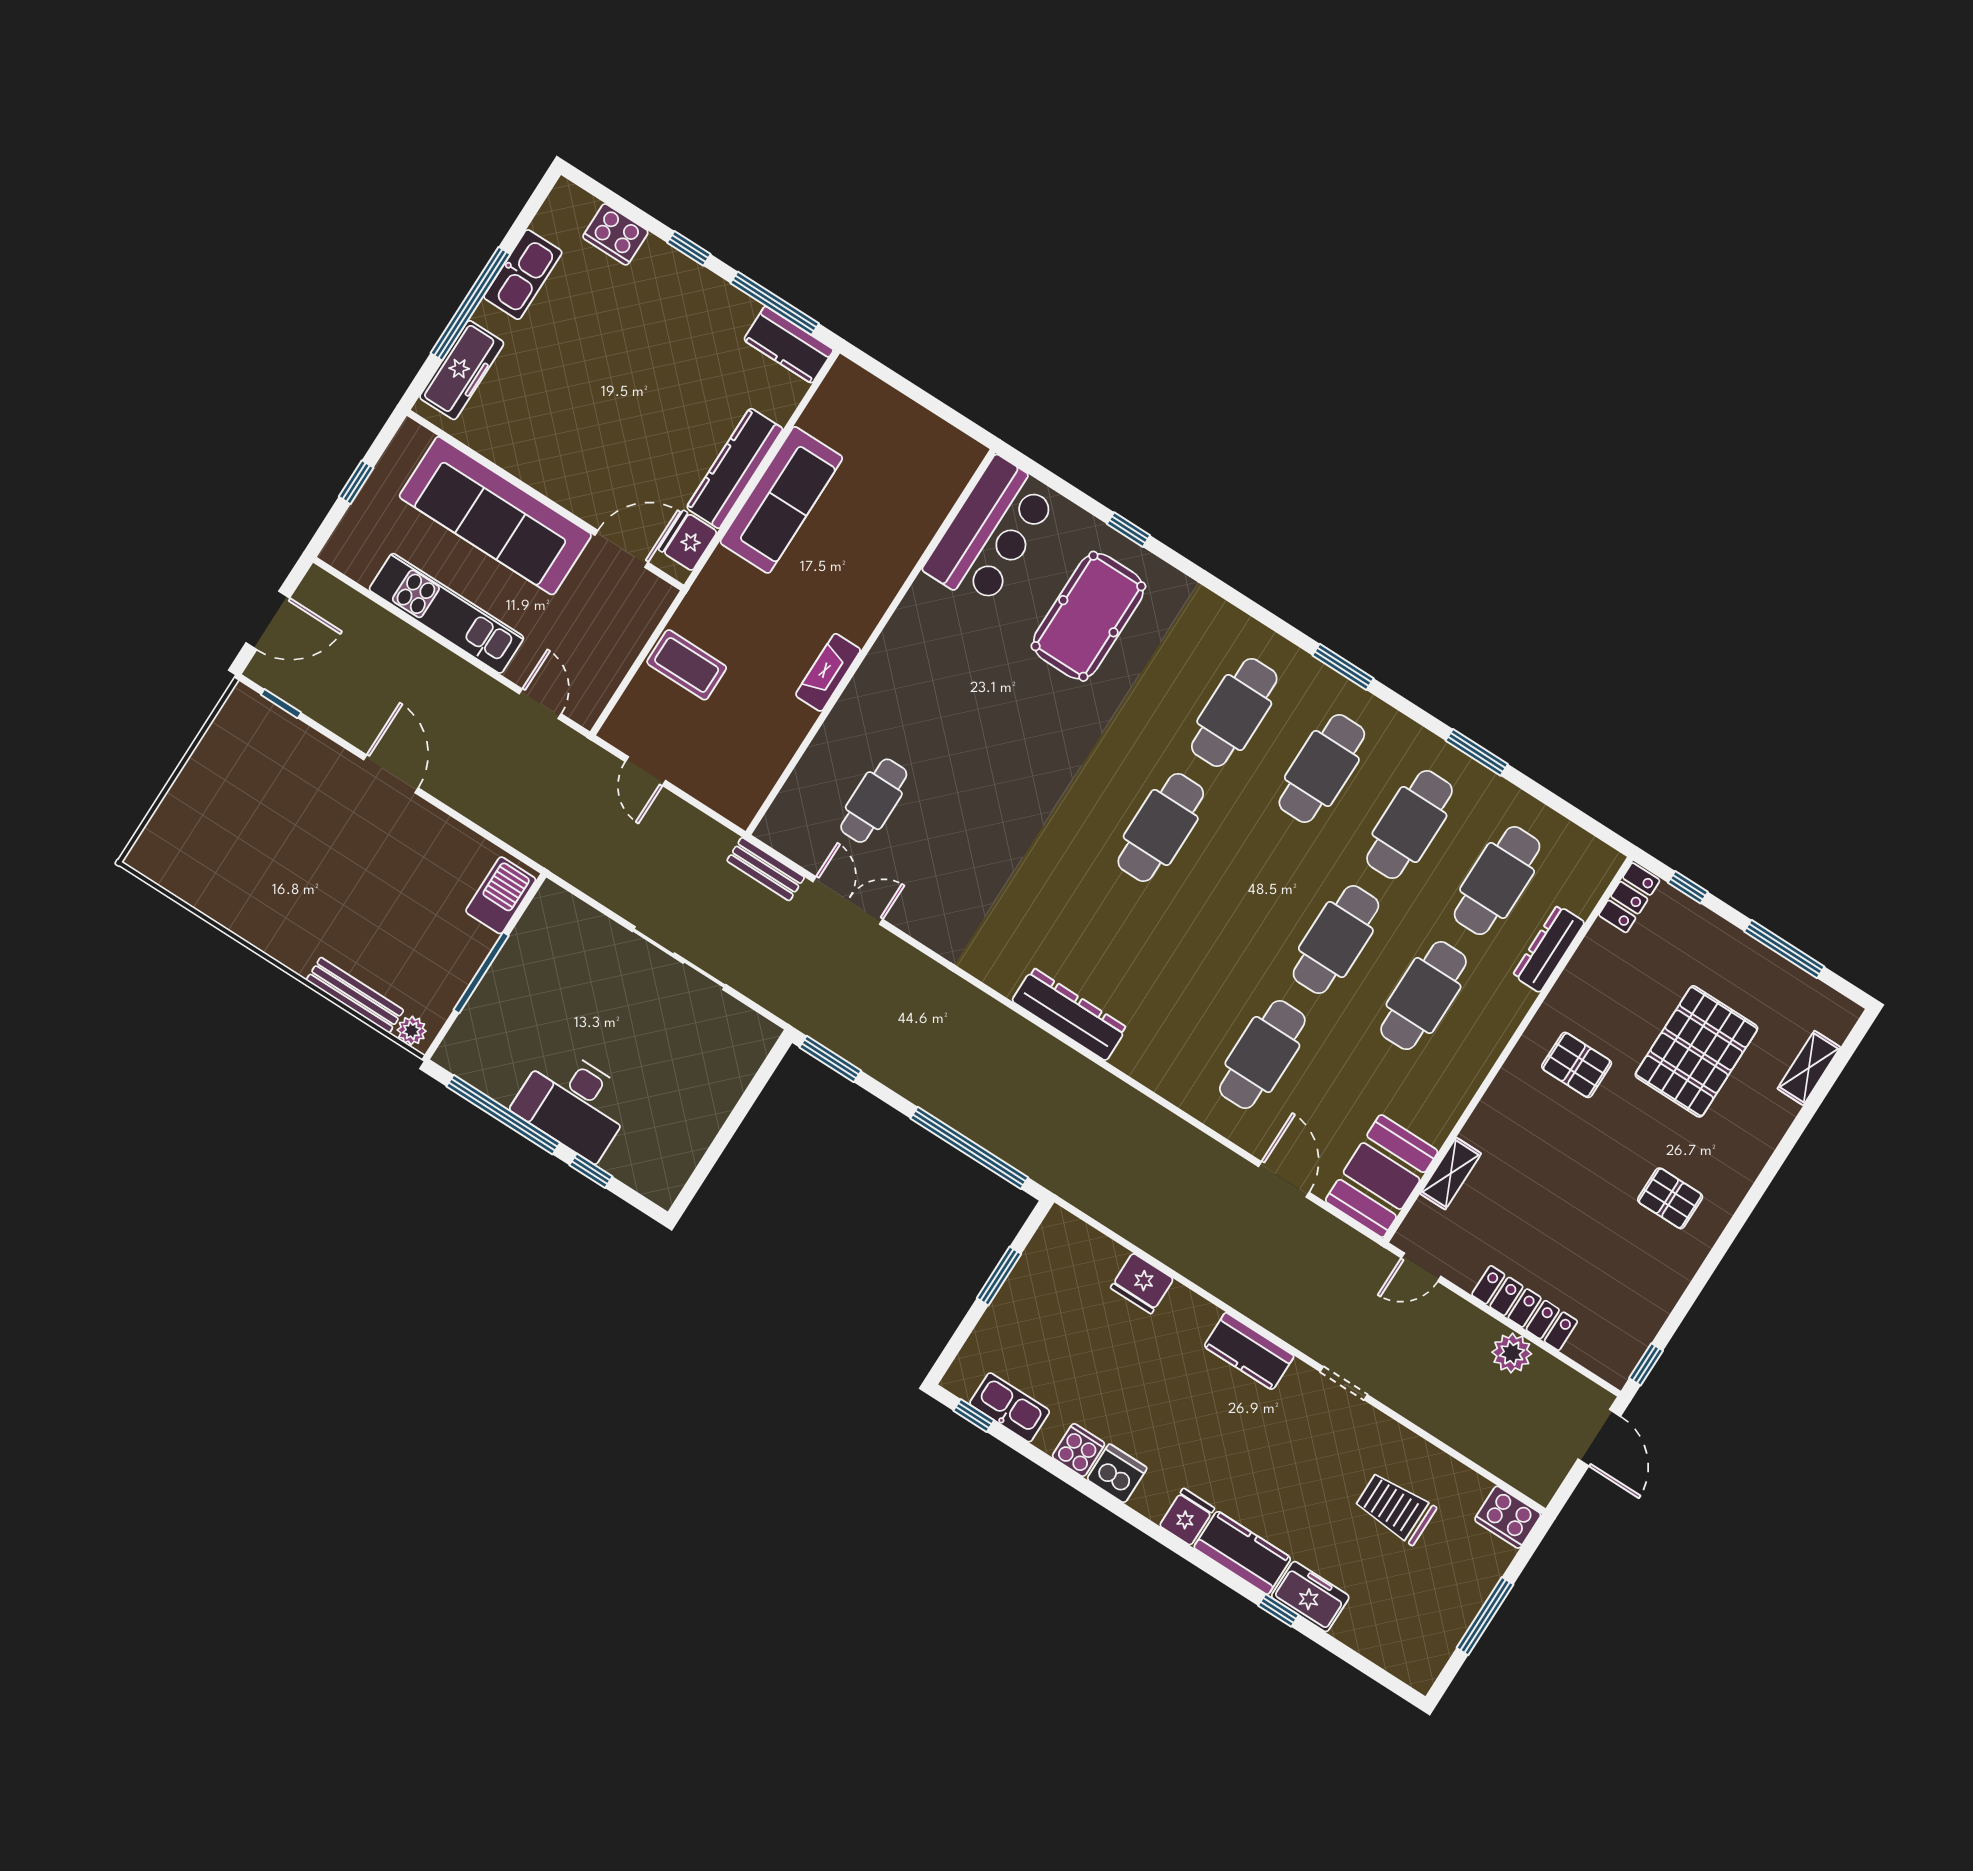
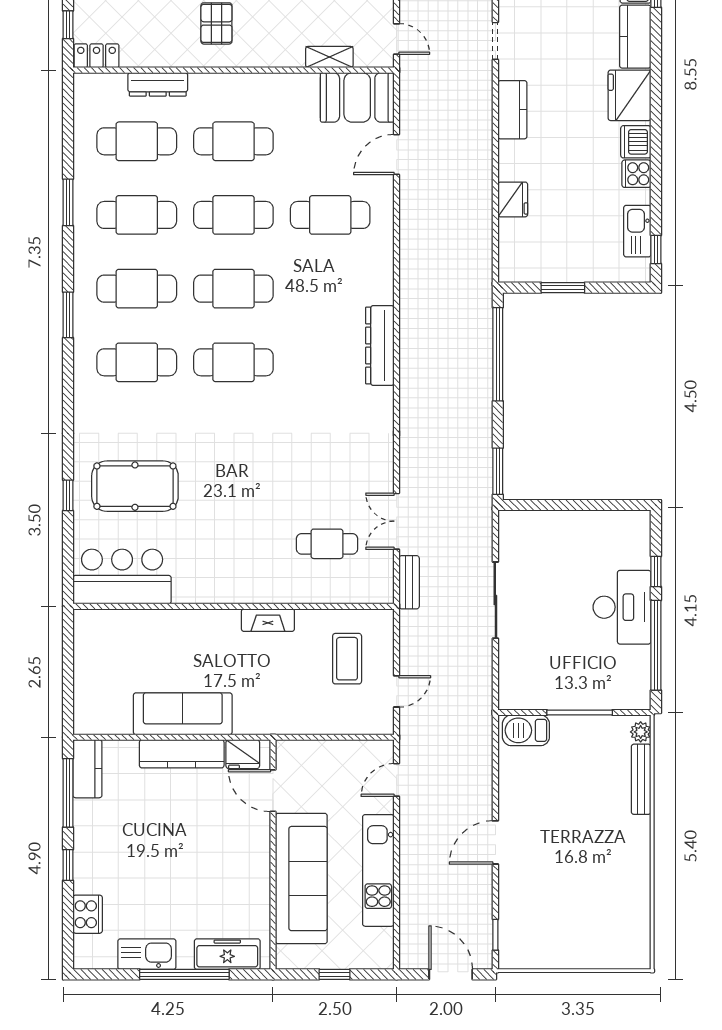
coffee table: (687, 665) -> (347, 659), moved
cafe table: (1248, 884) -> (233, 289), added
fridge: (1187, 1517) -> (630, 95), width x1.88, depth x1.34

